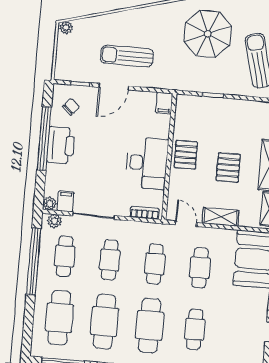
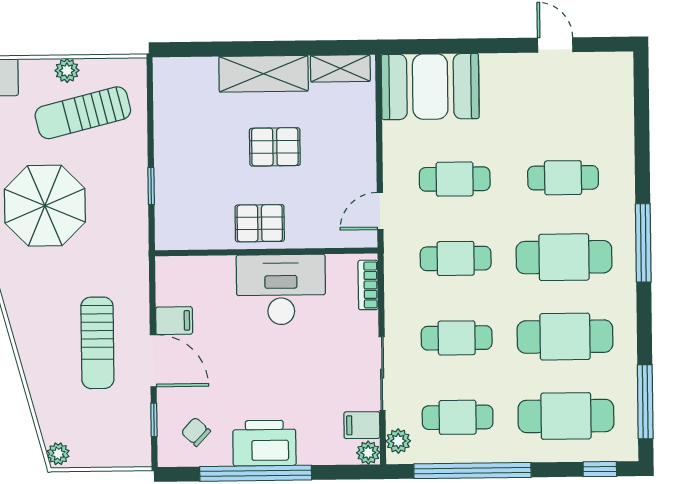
filing cabinet: (164, 103) -> (174, 321), moved
shelving: (221, 217) -> (362, 152), removed
window: (27, 334) -> (600, 469), added

